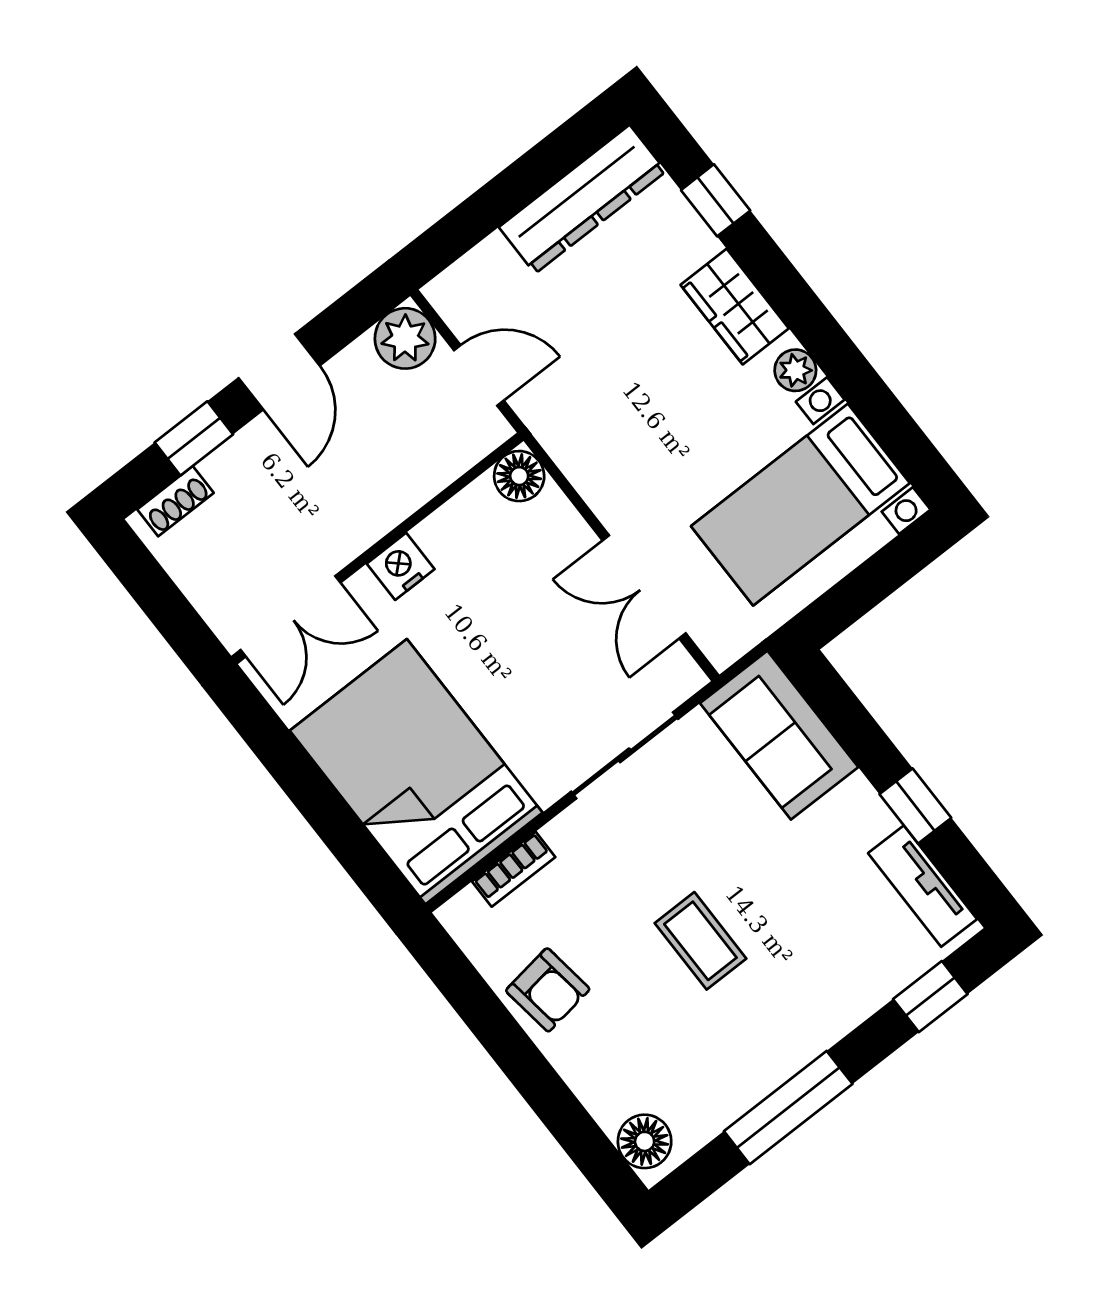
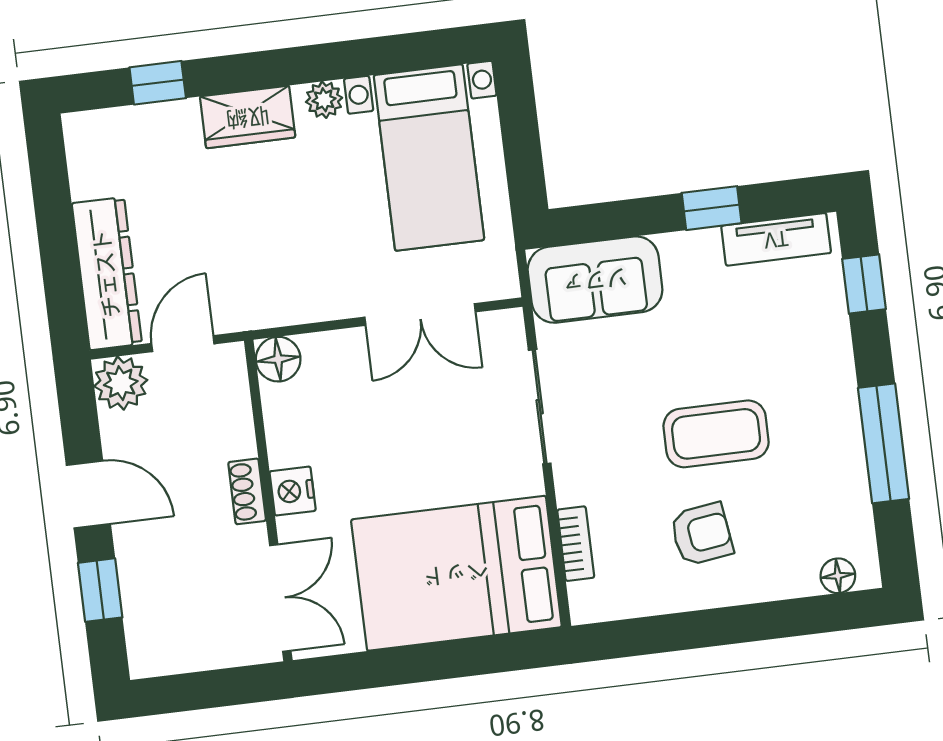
dresser: (582, 199) -> (107, 274), moved
shoe rack: (175, 501) -> (247, 491), moved, turned 180
coffee table: (700, 941) -> (716, 434), width x1.36, depth x1.30
armchair: (548, 990) -> (702, 534), moved
floor lamp: (645, 1141) -> (838, 576), width x0.73, depth x0.73

